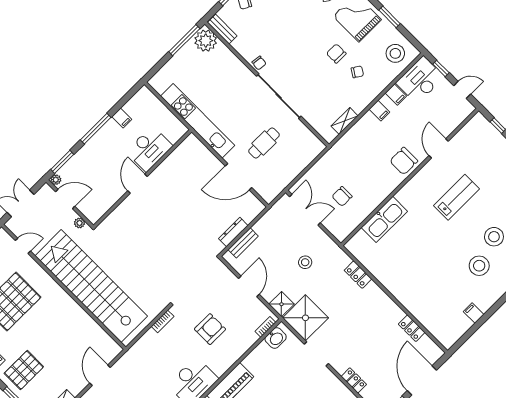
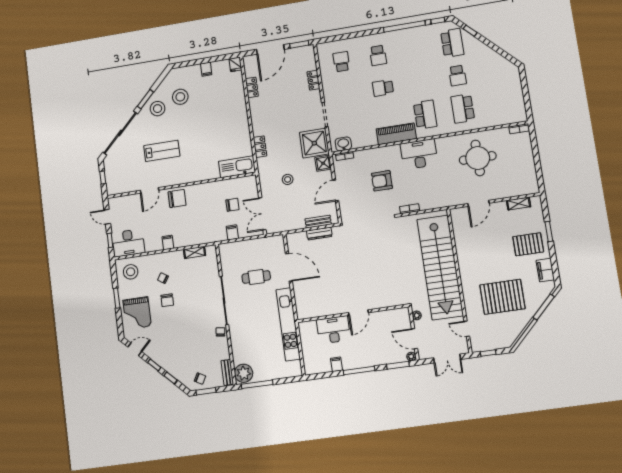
filing cabinet: (396, 95) -> (232, 232), moved
lab bench: (456, 197) -> (162, 151), turned 180
kitchen sink: (384, 219) -> (237, 167), moved
fridge: (447, 340) -> (235, 64), added

